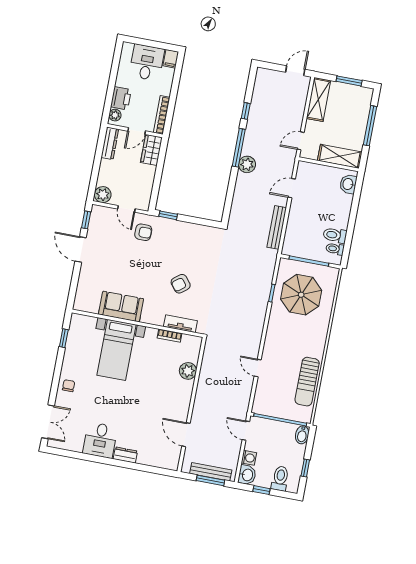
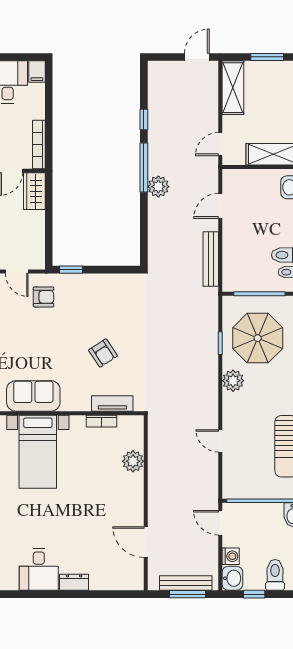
armchair: (181, 284) -> (103, 353), turned -85
plant: (276, 324) -> (233, 381), added

